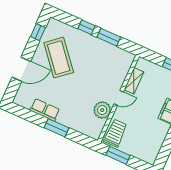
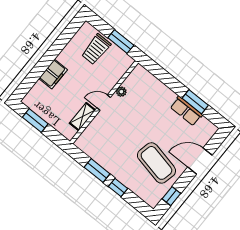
coffee table: (59, 58) -> (156, 163), turned -38
plant: (102, 110) -> (121, 92), width x0.53, depth x0.53
window: (57, 128) -> (195, 102), moved
trolley: (115, 133) -> (96, 49), moved

